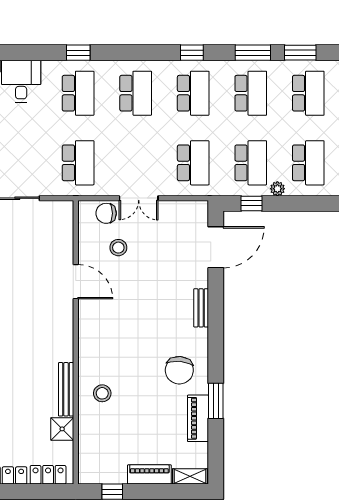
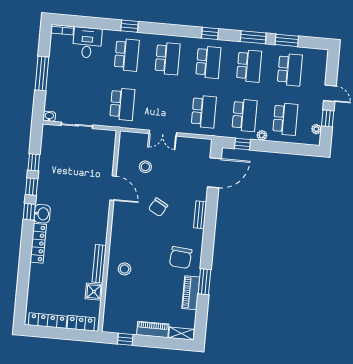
chair: (106, 213) -> (158, 207), moved, turned -61

